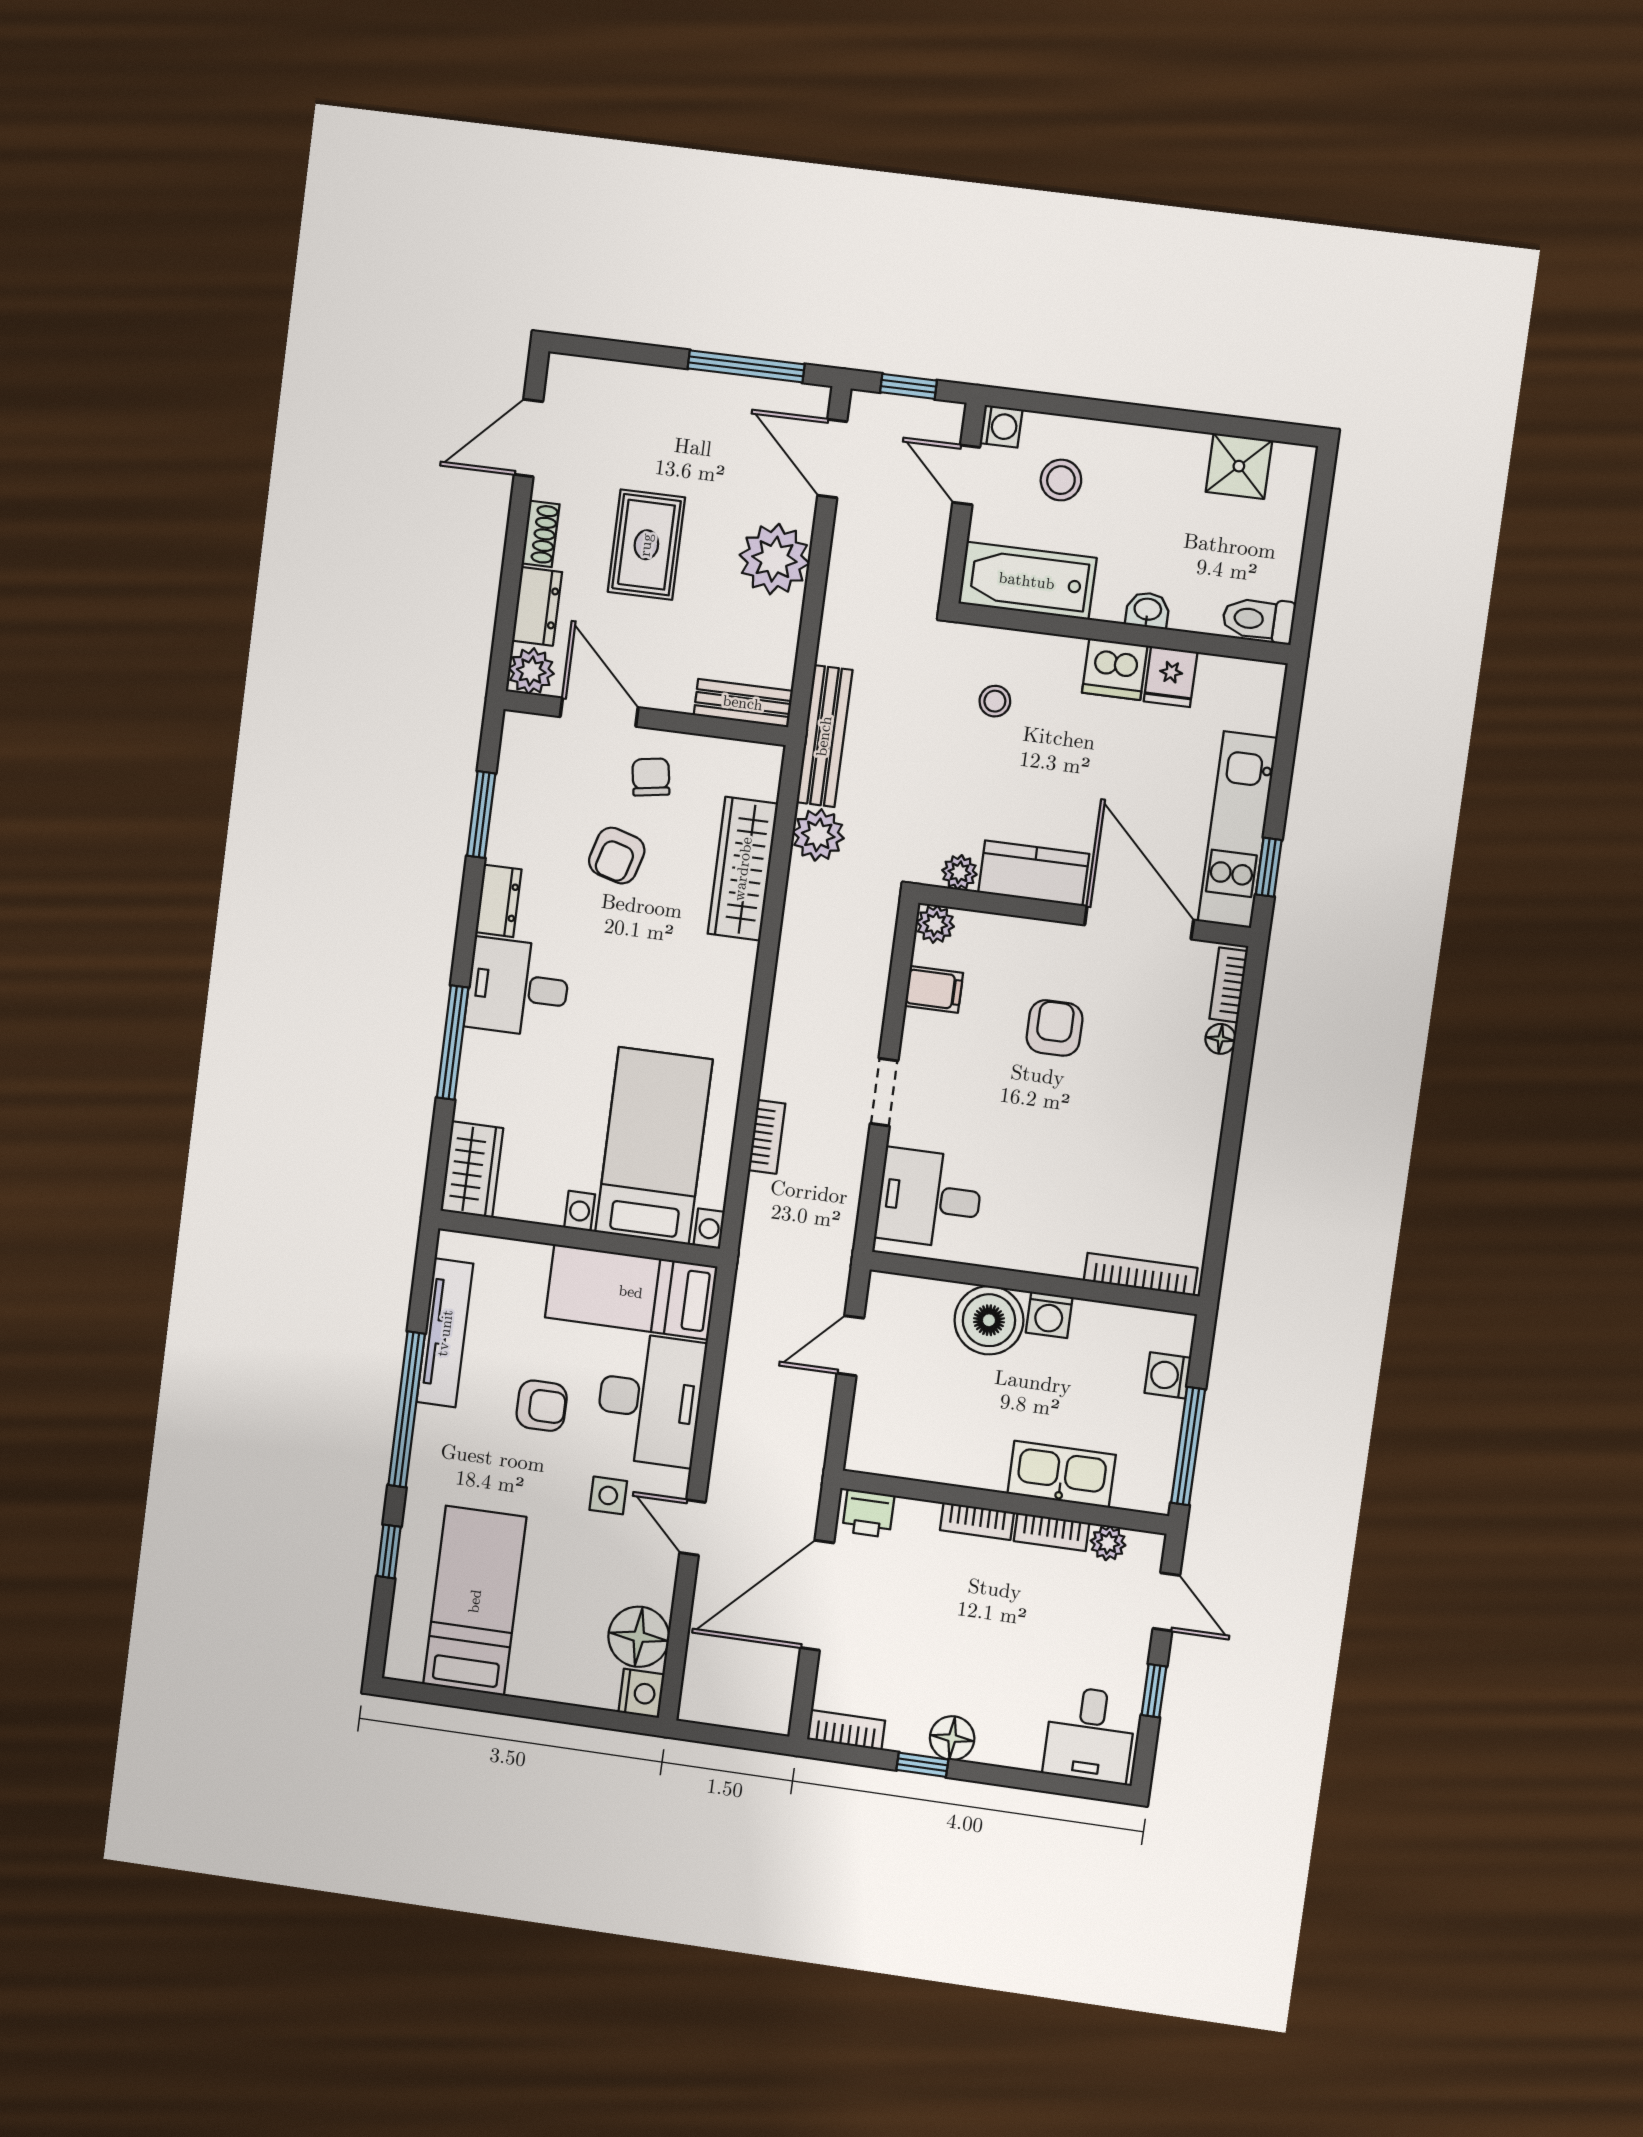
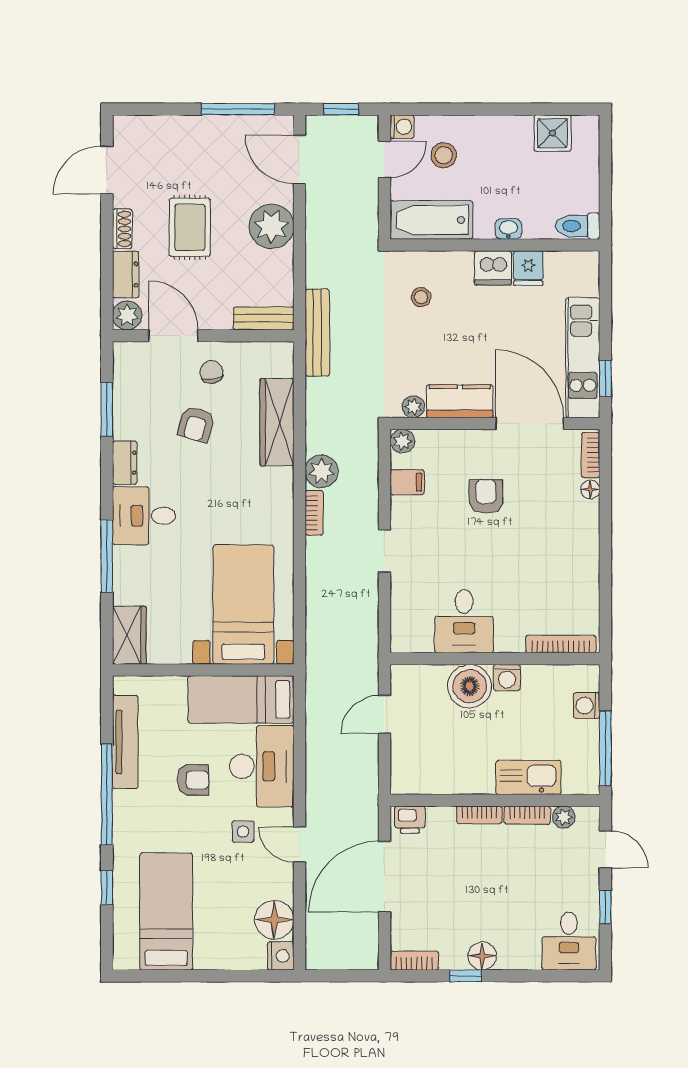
door: (966, 475) -> (384, 159), swing flipped
plant: (818, 835) -> (322, 471), moved
bookcase: (767, 1137) -> (314, 513), moved
desk: (929, 1198) -> (464, 621), moved, turned -90

